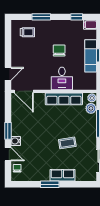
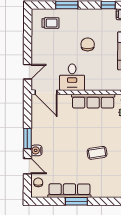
desk: (62, 78) -> (72, 77), moved
row of seats: (63, 175) -> (69, 191), moved, width x1.48

